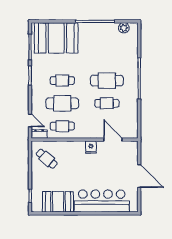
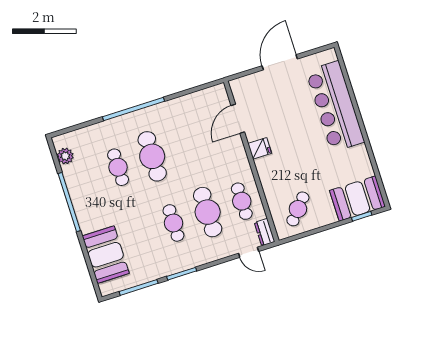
booth: (56, 38) -> (106, 255), width x0.73, depth x0.70
cafe table: (107, 103) -> (118, 167), moved
door: (30, 120) -> (249, 252), swing flipped
booth: (58, 202) -> (357, 198), moved, turned 90

